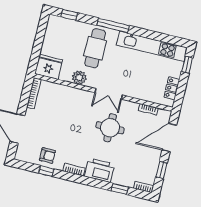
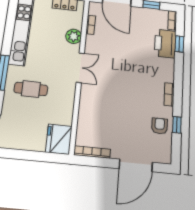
cafe table: (95, 48) -> (31, 89), width x0.73, depth x0.74
plant: (79, 78) -> (74, 36), moved
round table: (110, 128) -> (117, 62), removed
printer: (99, 170) -> (165, 44), moved

